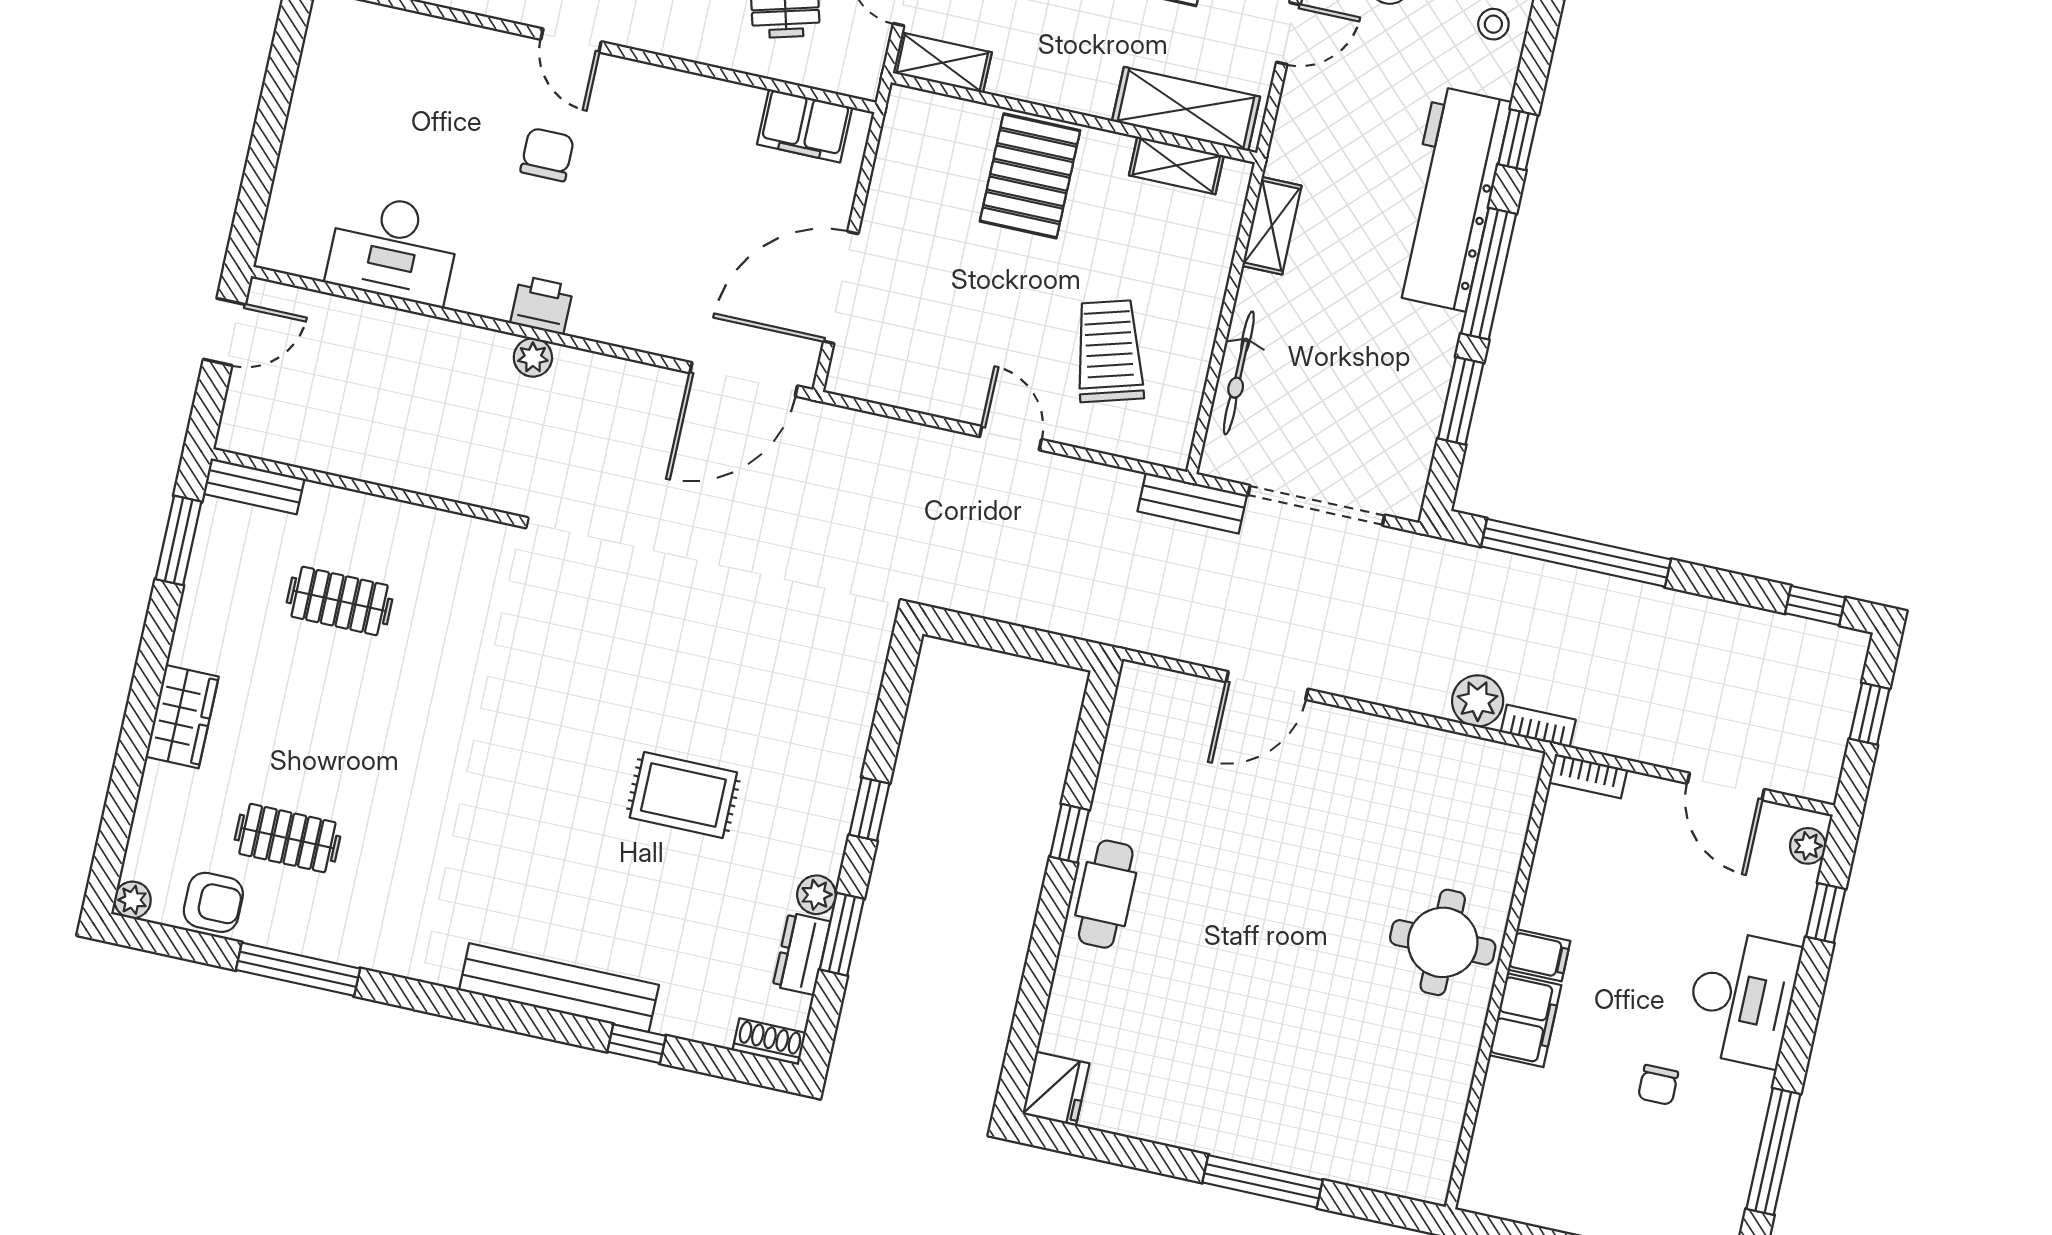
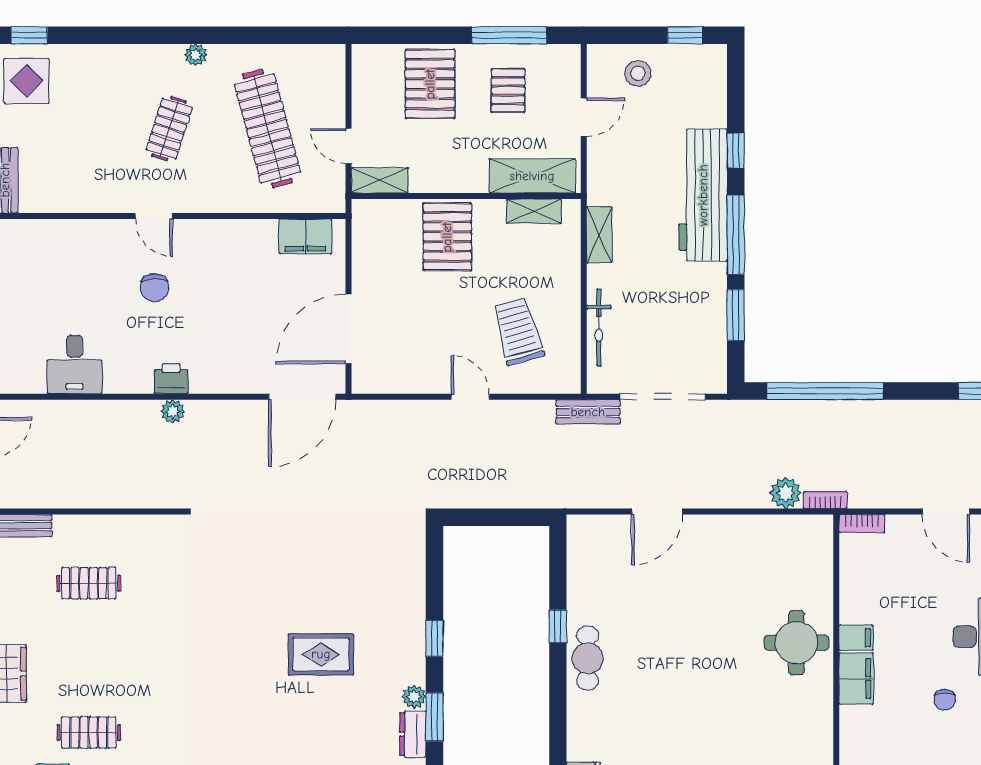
stool: (1493, 24) -> (706, 84), removed
chair: (547, 155) -> (155, 288), turned 180
desk: (394, 249) -> (75, 364), width x0.73

